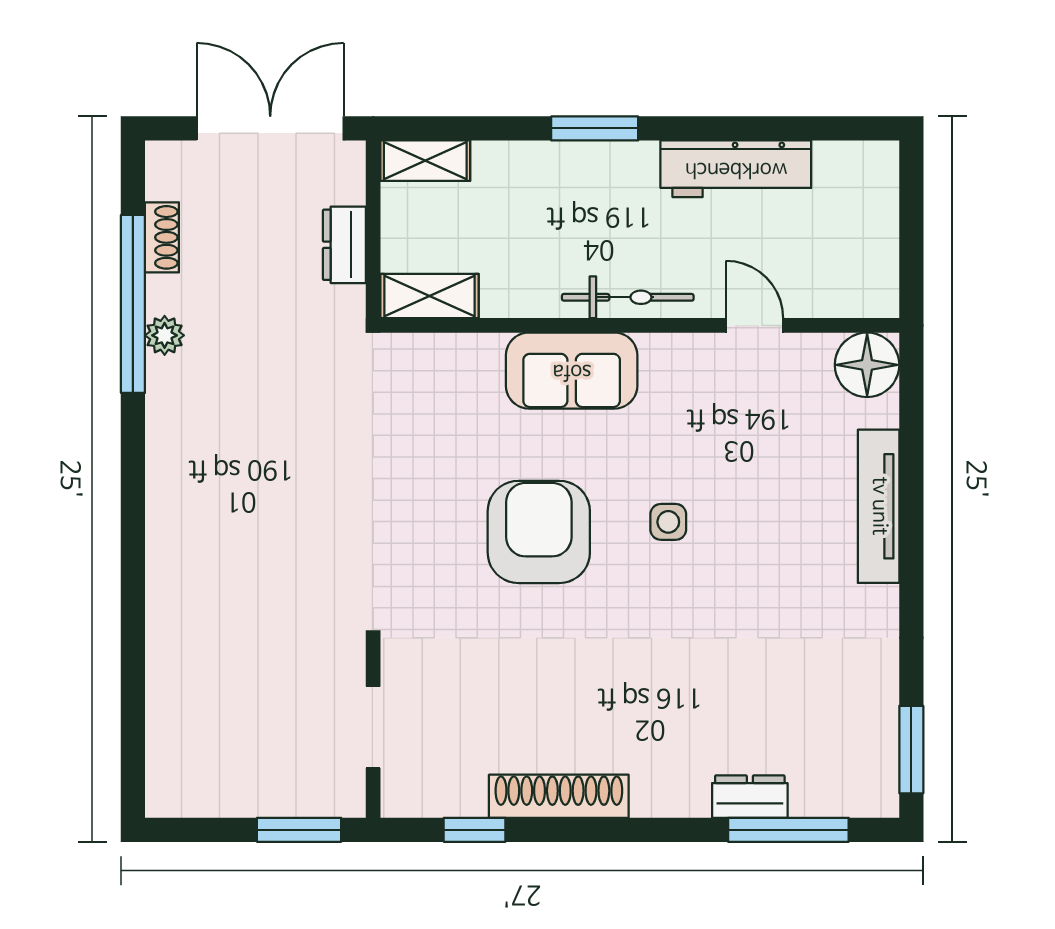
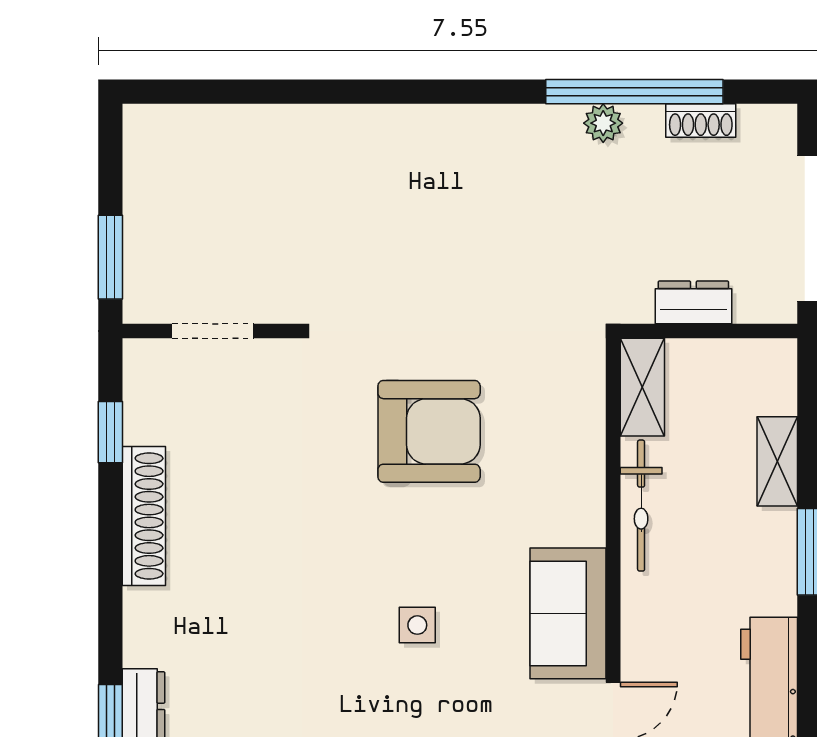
shelving: (425, 161) -> (777, 461), moved
bicycle: (628, 297) -> (641, 506), moved
sofa: (572, 371) -> (568, 613), moved
armchair: (539, 532) -> (429, 431), moved

